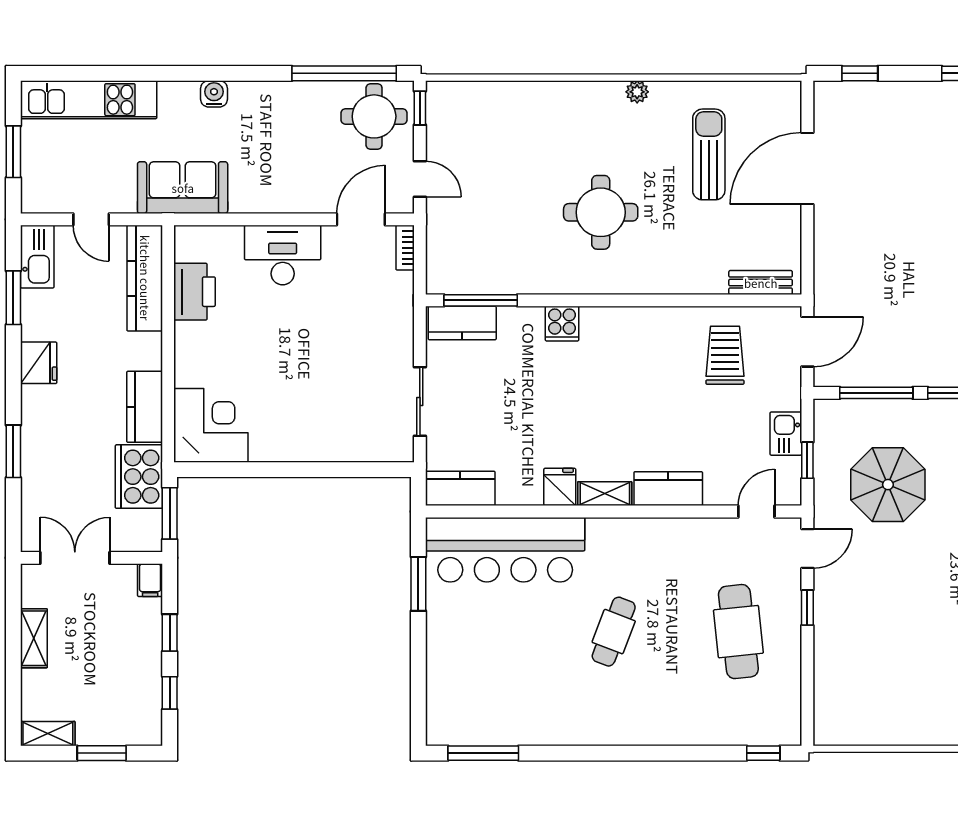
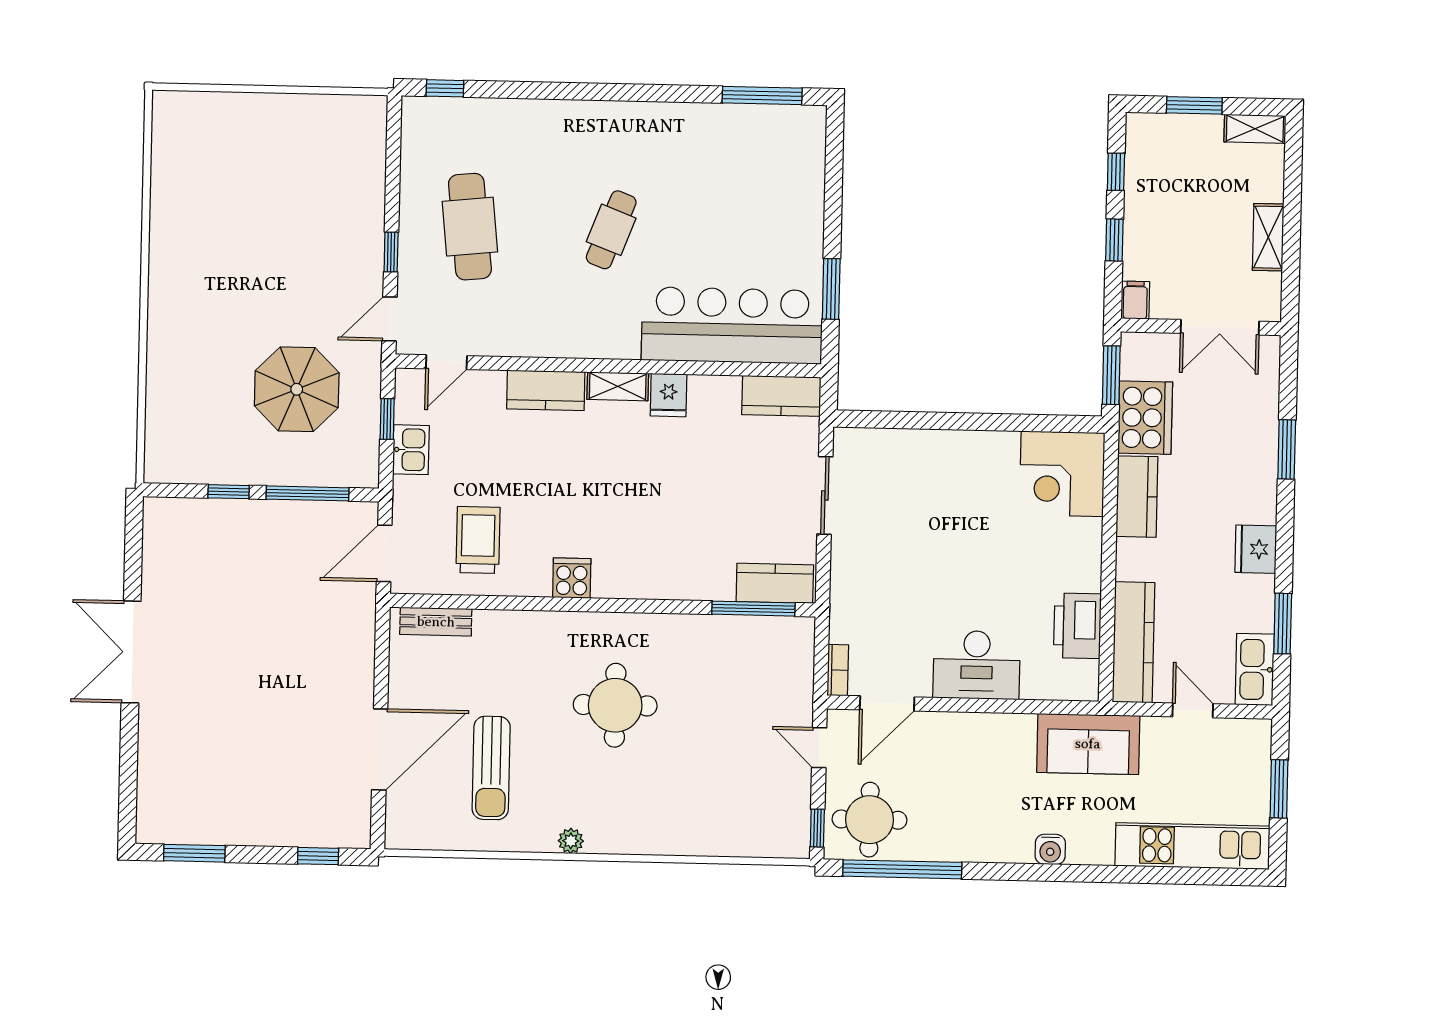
cooker: (562, 324) -> (572, 578), moved
trolley: (725, 355) -> (478, 540), turned 180

